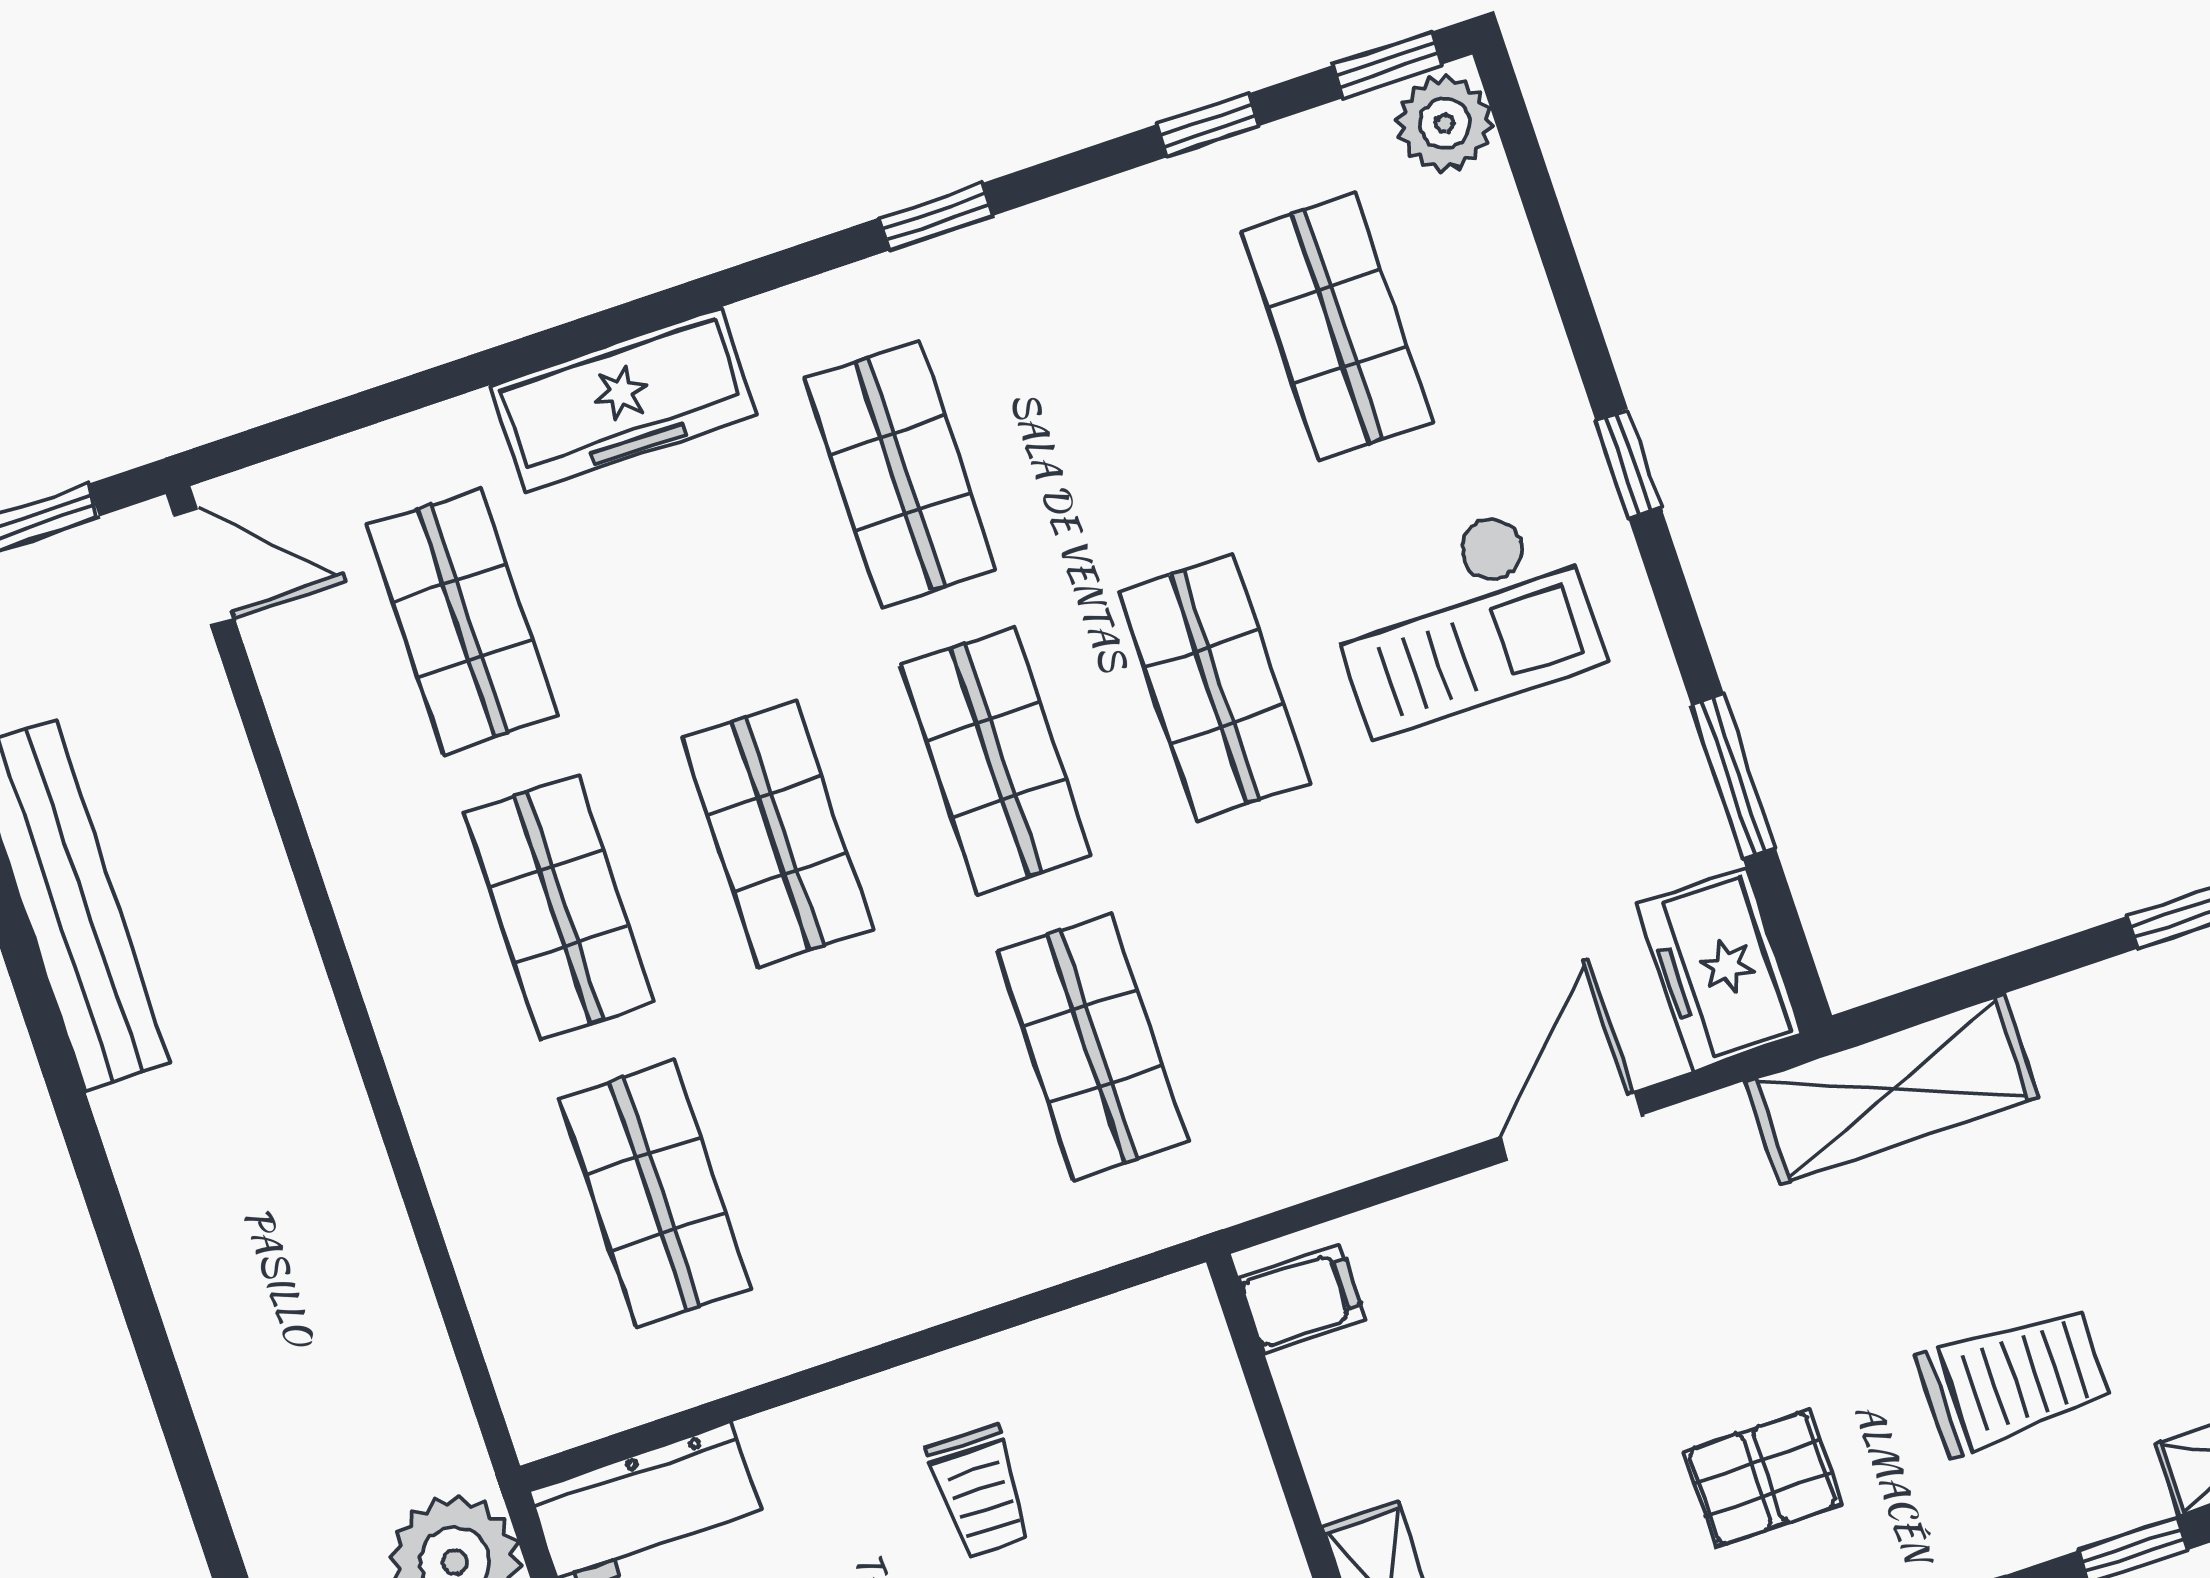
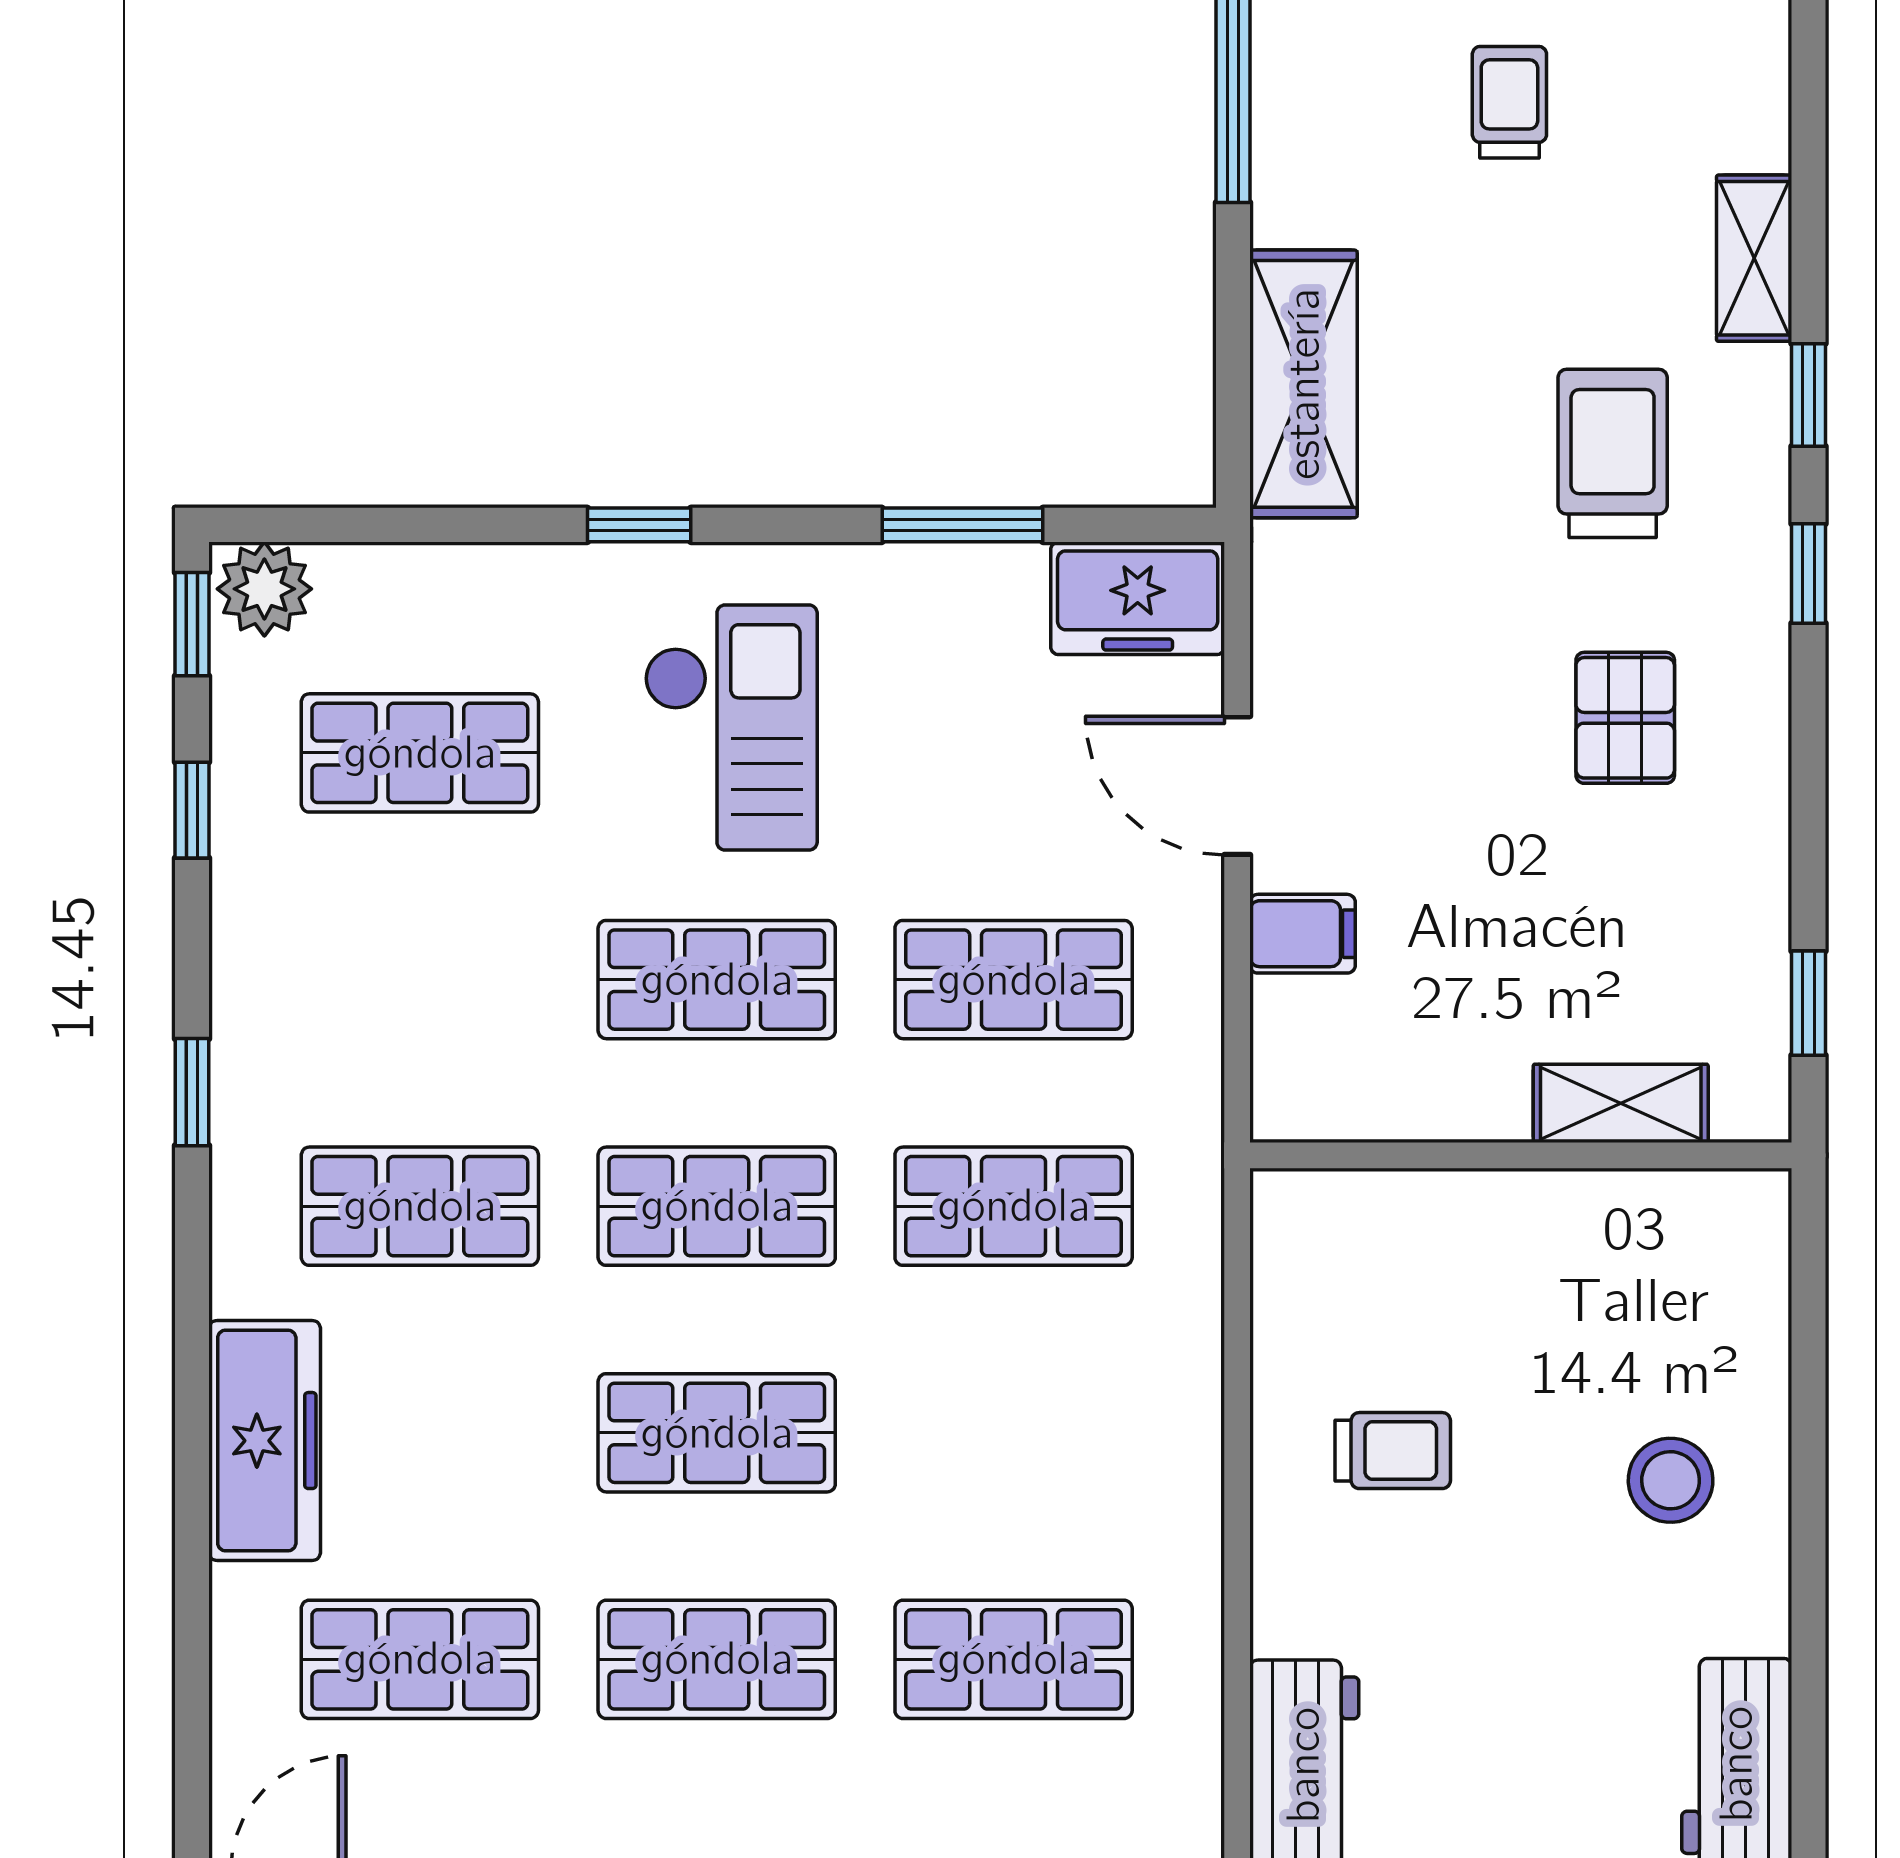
shop shelf: (1311, 973) -> (1014, 980), added
shelving: (1892, 1089) -> (1304, 384), moved
filing cabinet: (1302, 1299) -> (1303, 934), moved, turned 90

